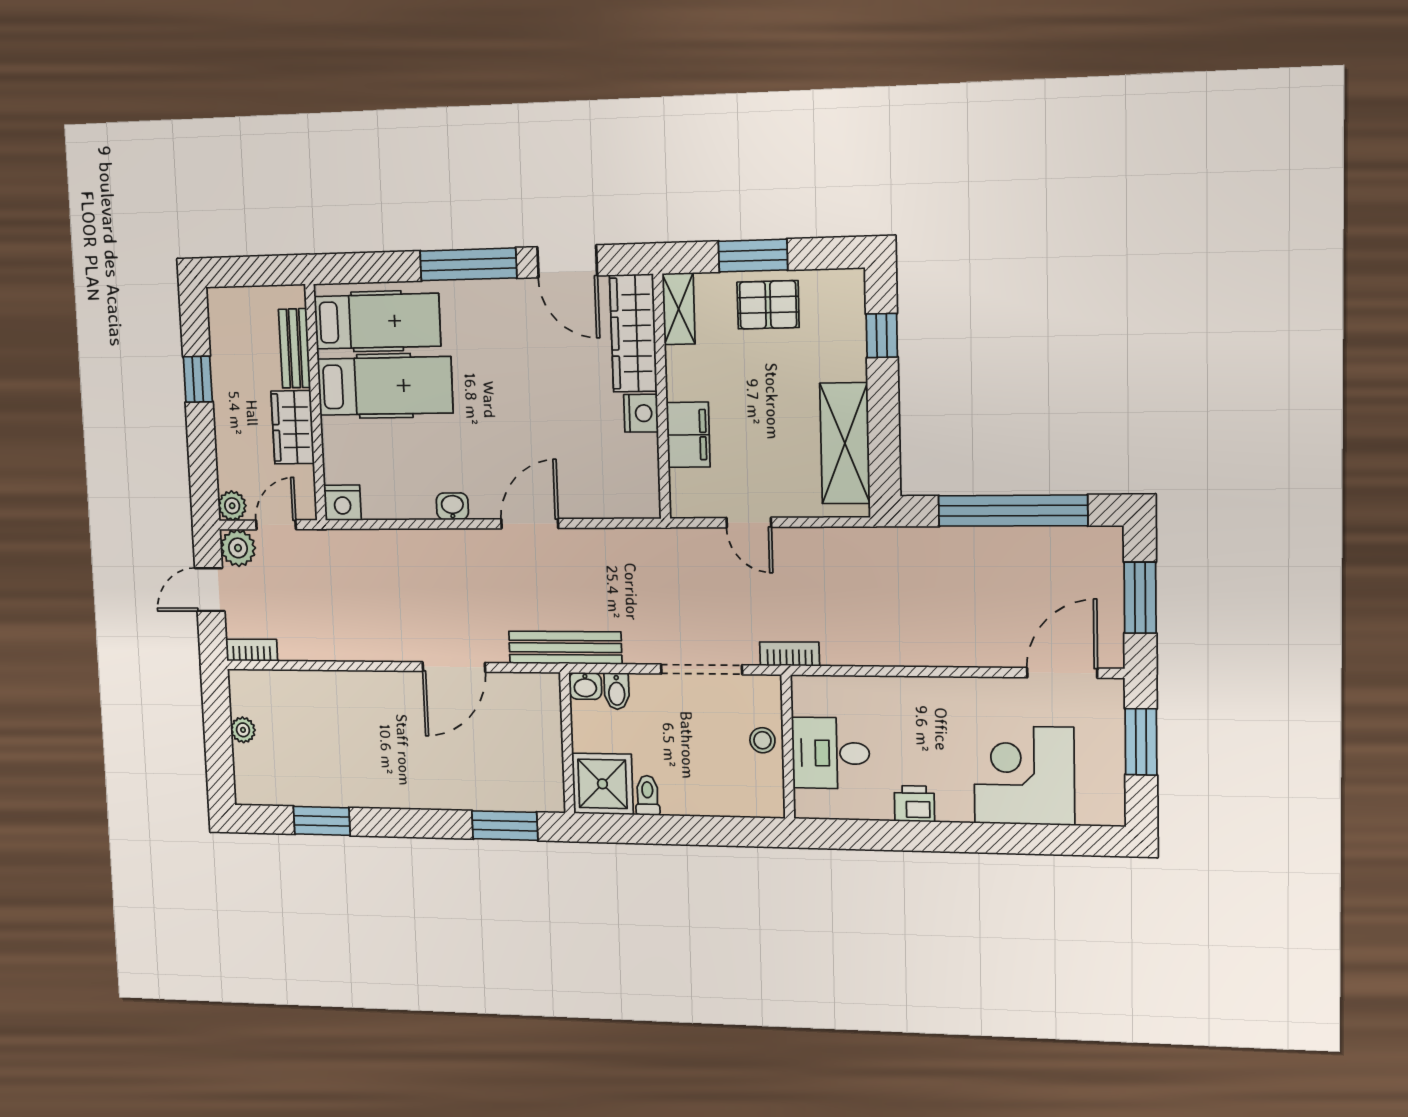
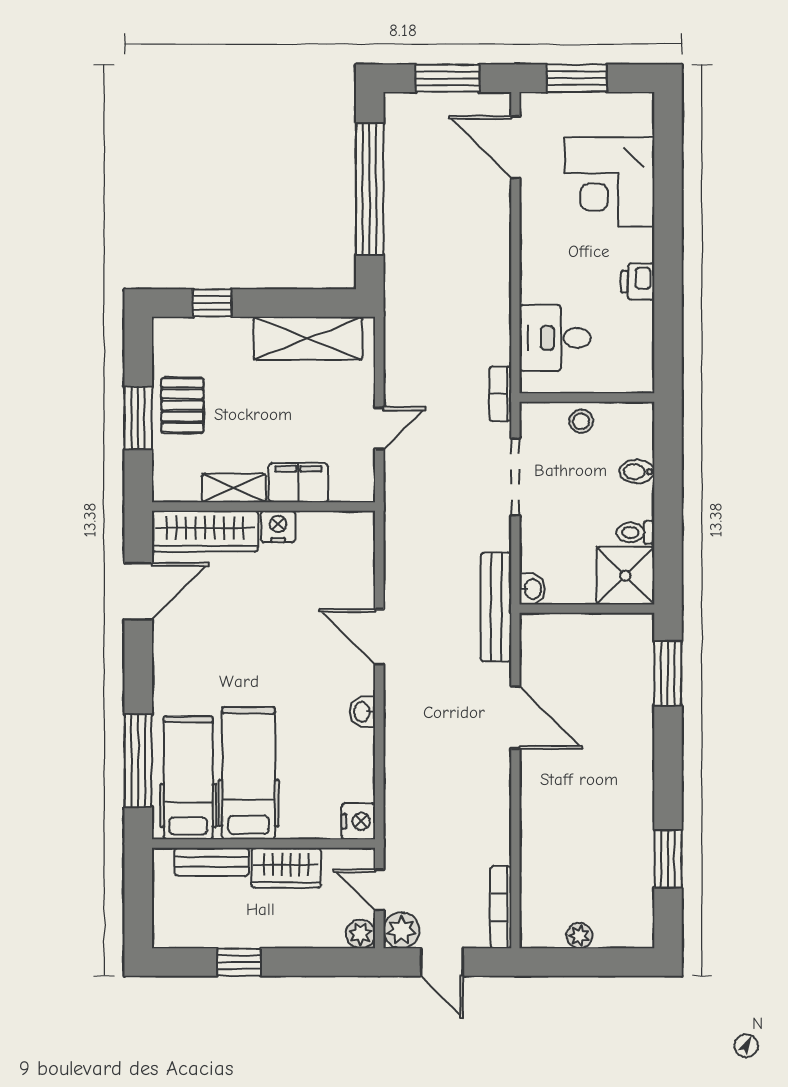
window: (468, 264) -> (138, 761), moved
shelving: (679, 309) -> (234, 488), moved
bookcase: (252, 650) -> (501, 907), width x1.56
bidet: (617, 691) -> (637, 472), moved, turned 180
desk: (831, 753) -> (555, 338), moved, turned 90

